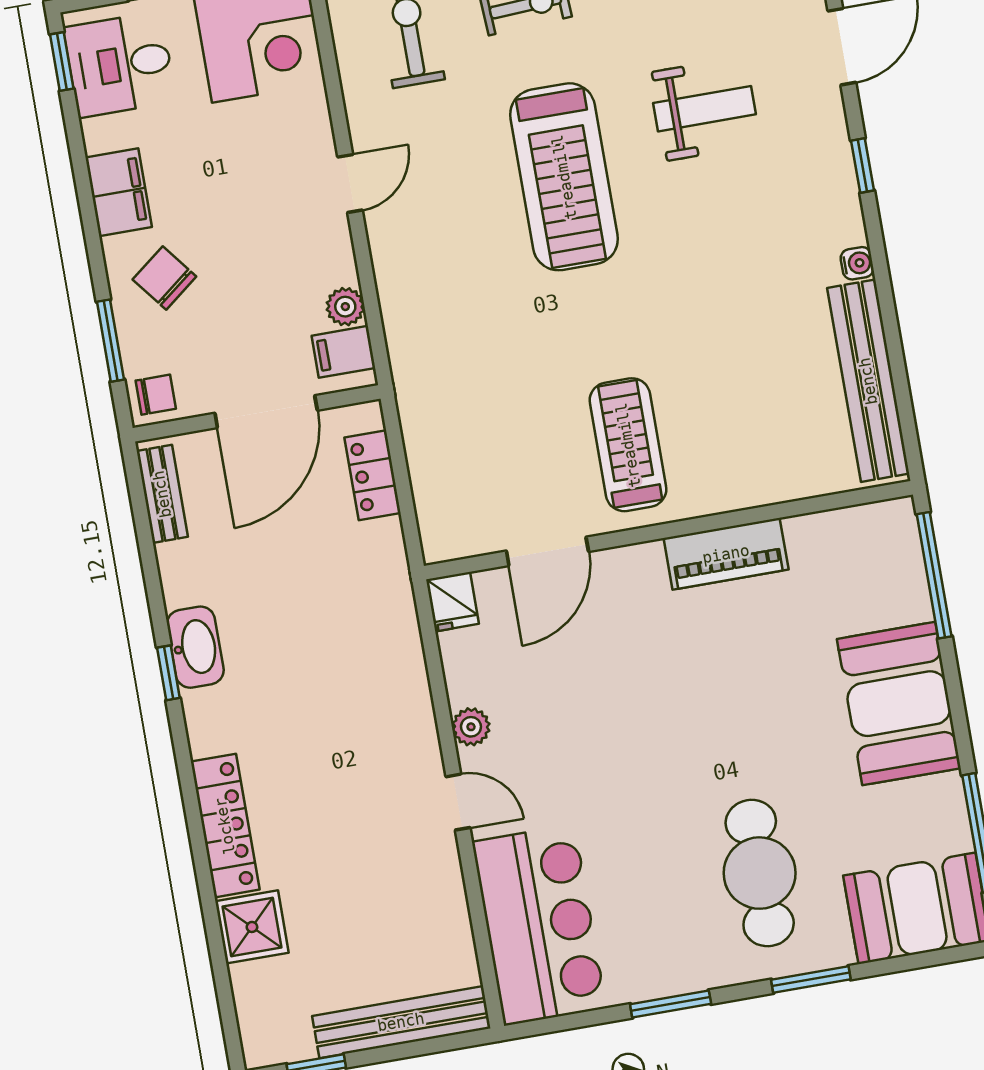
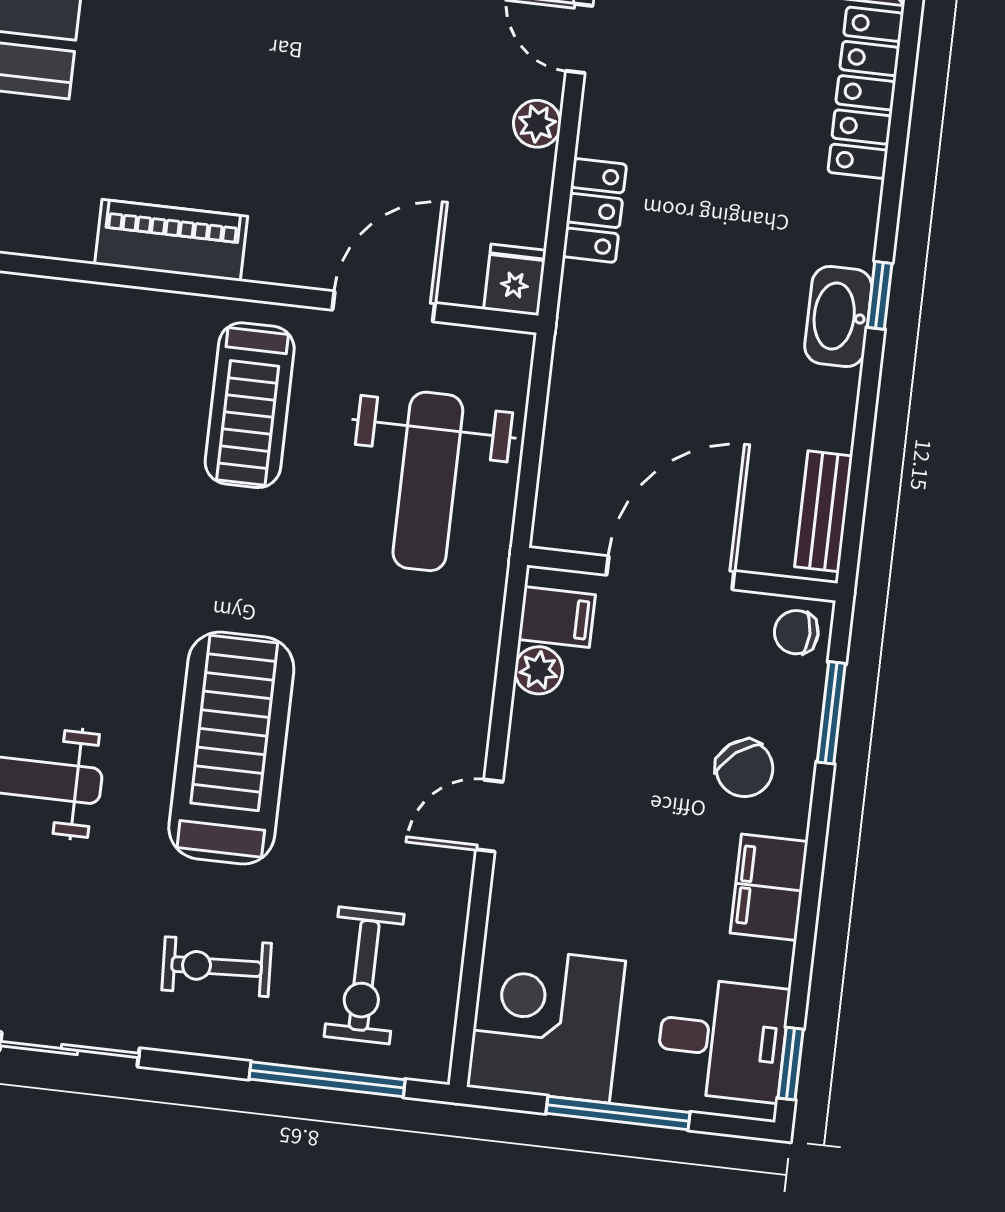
weight bench: (474, 427) -> (428, 481), added
locker: (373, 475) -> (595, 210), moved

